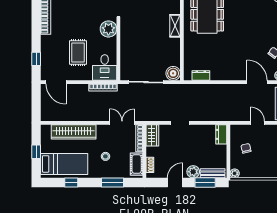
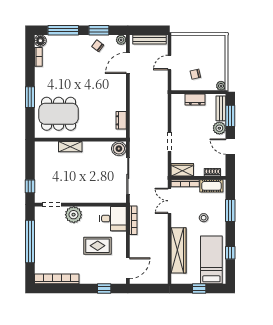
dresser: (221, 134) -> (195, 99), moved

